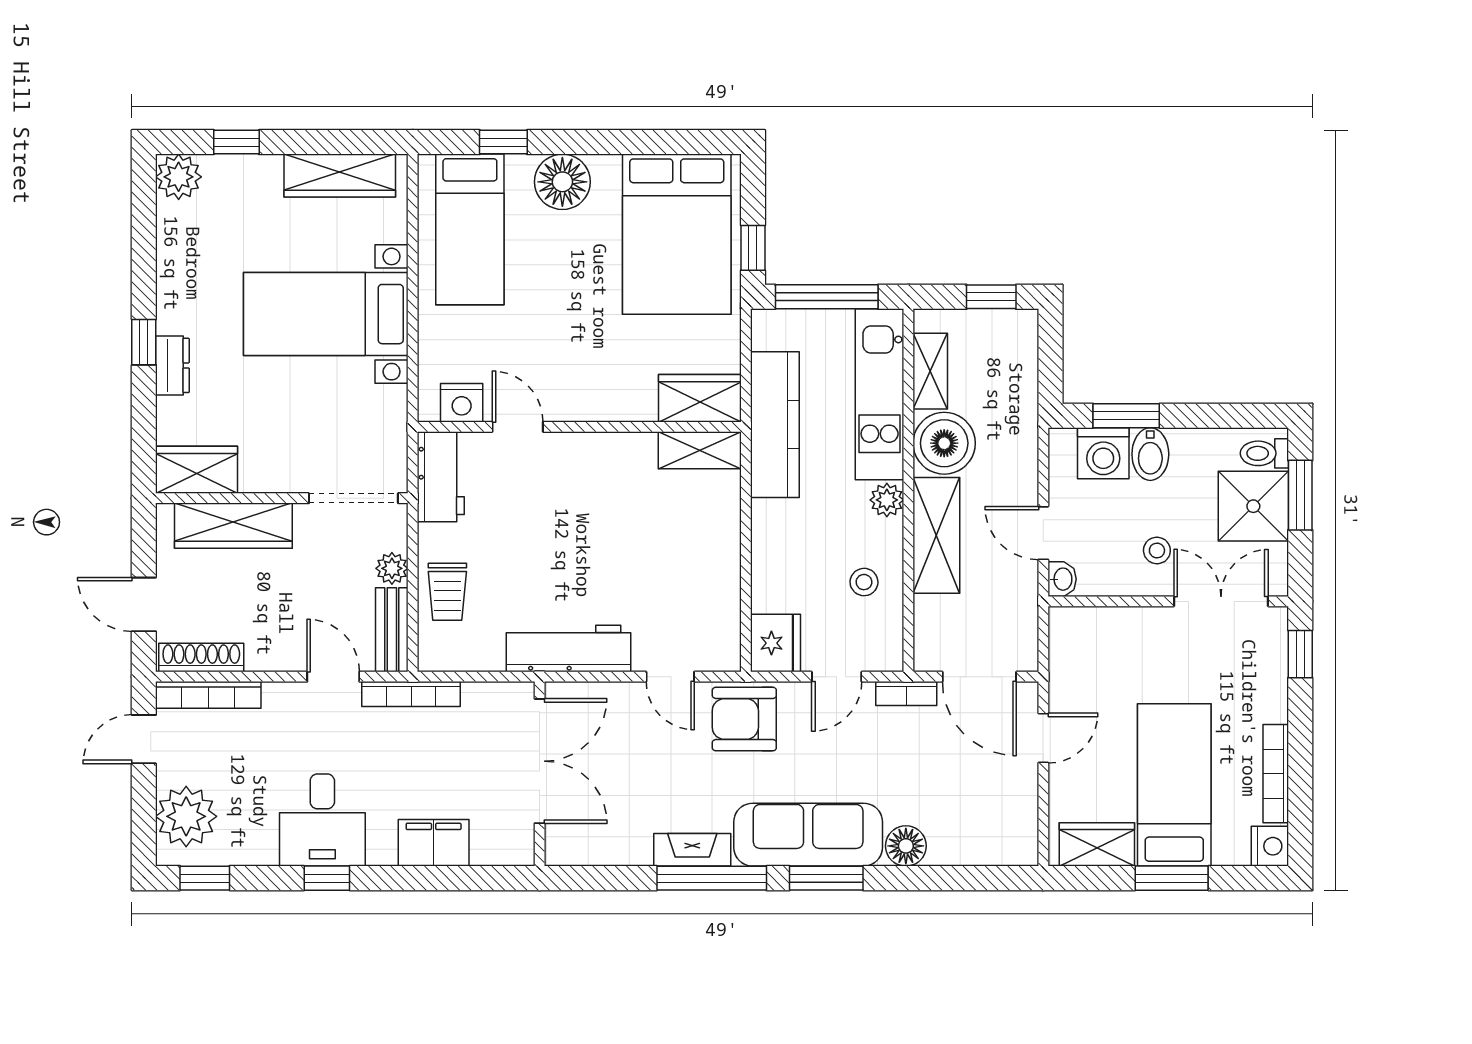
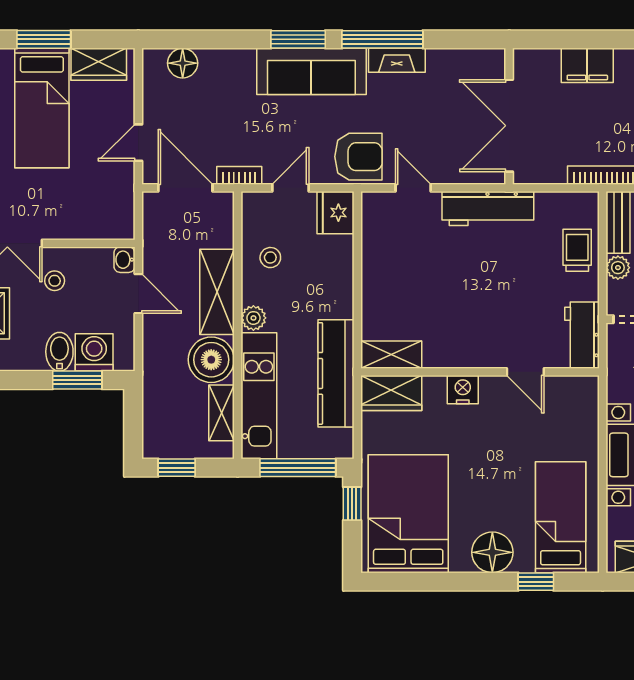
nightstand: (462, 403) -> (463, 390), moved
floor lamp: (906, 846) -> (183, 63), moved

